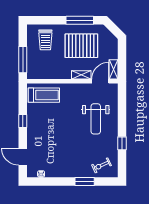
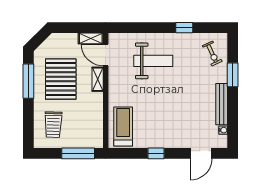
trolley: (45, 40) -> (53, 125), turned 92
bench: (62, 173) -> (222, 104), added

